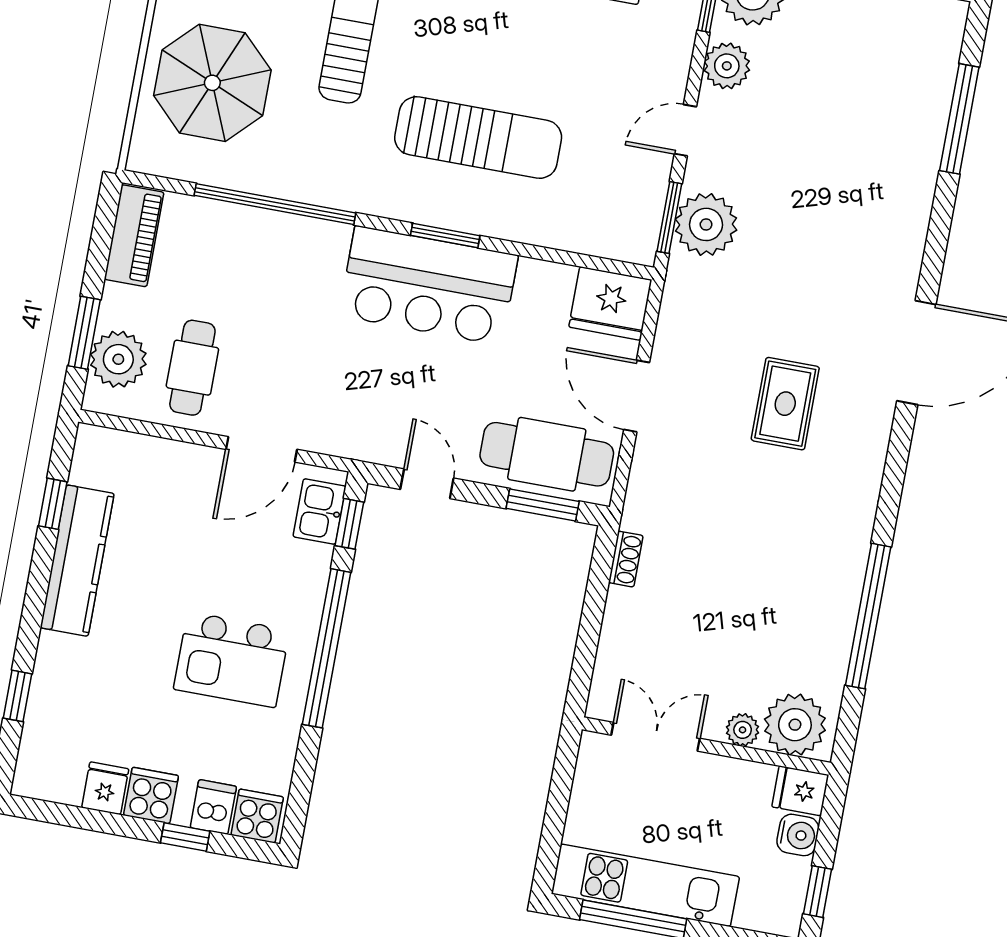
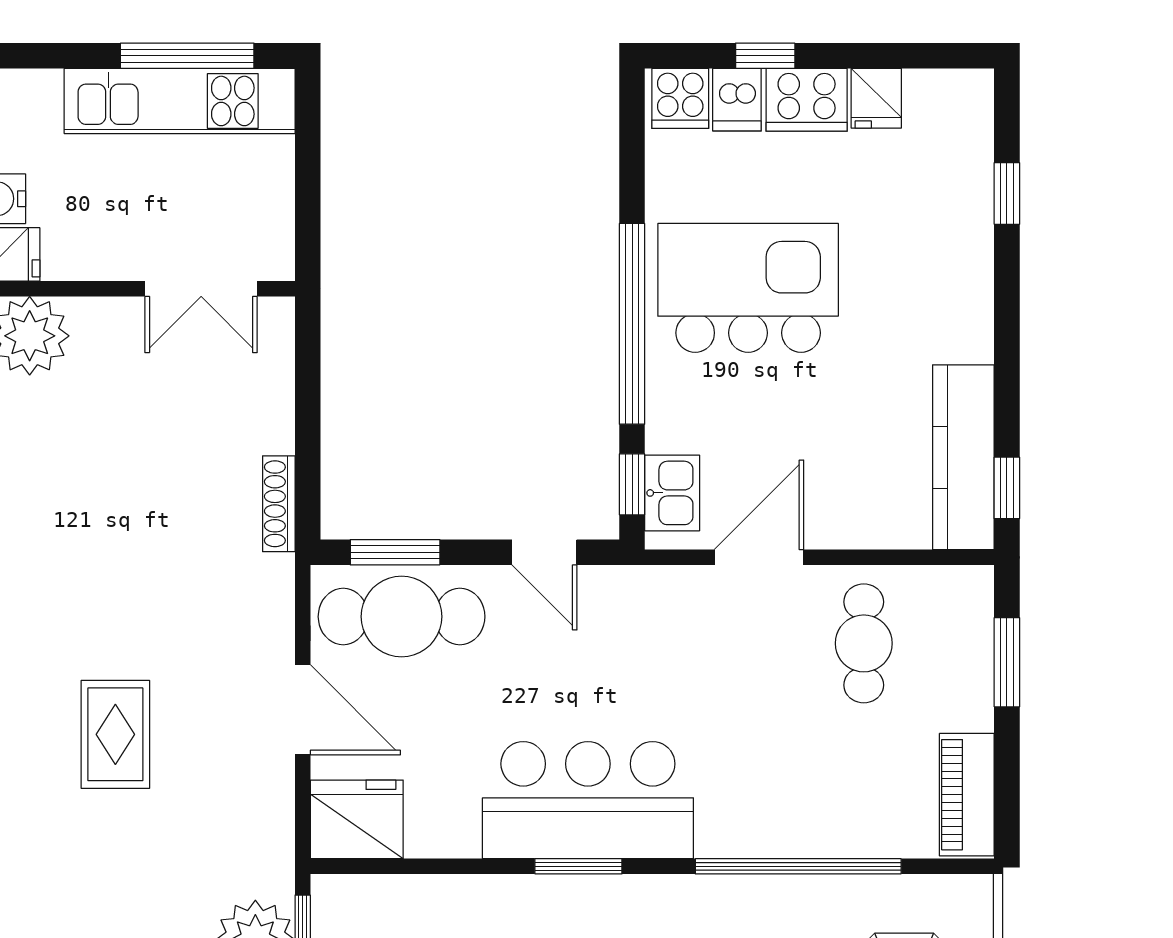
plant: (118, 359) -> (958, 637), removed
window: (53, 504) -> (1007, 488), moved
shoe rack: (626, 559) -> (279, 504), width x1.43
kitchen counter: (77, 561) -> (963, 457), moved
kitchen island: (231, 660) -> (748, 288), width x1.37, depth x1.28
plant: (743, 730) -> (94, 317), removed
cooker: (151, 795) -> (807, 100), width x1.36

